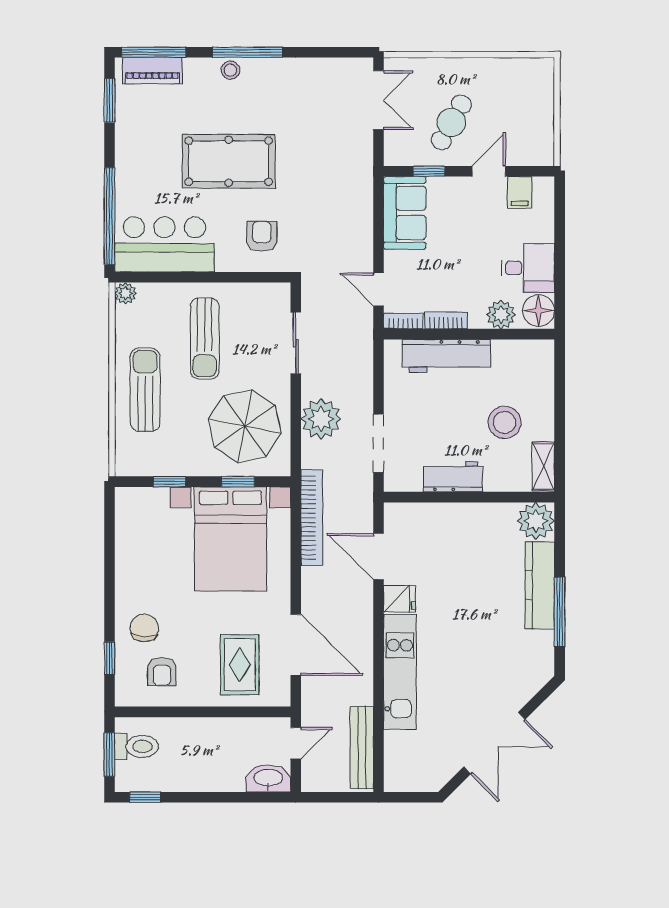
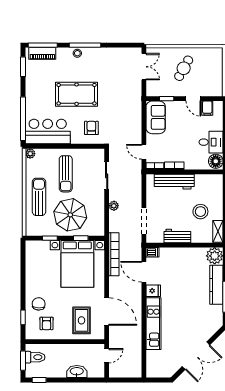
cafe table: (451, 122) -> (184, 68), moved
door: (489, 171) -> (193, 99), swing flipped
plant: (501, 315) -> (199, 163), removed
plant: (321, 419) -> (114, 206), width x0.53, depth x0.53
parasol: (245, 426) -> (70, 215), moved
dishwasher: (398, 513) -> (152, 252), added
bench: (362, 748) -> (136, 358), removed
washbasin: (268, 778) -> (77, 372), moved

